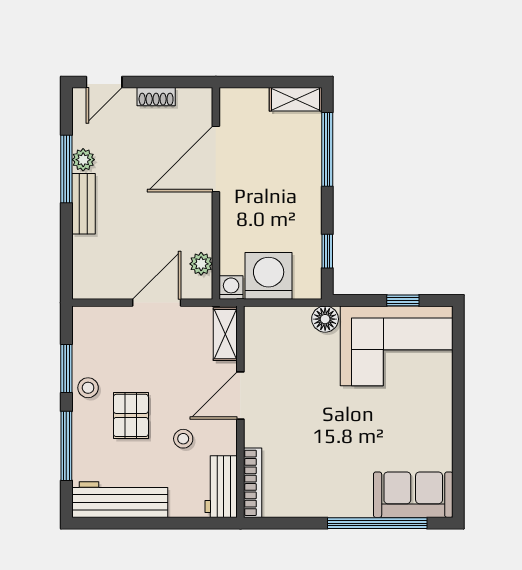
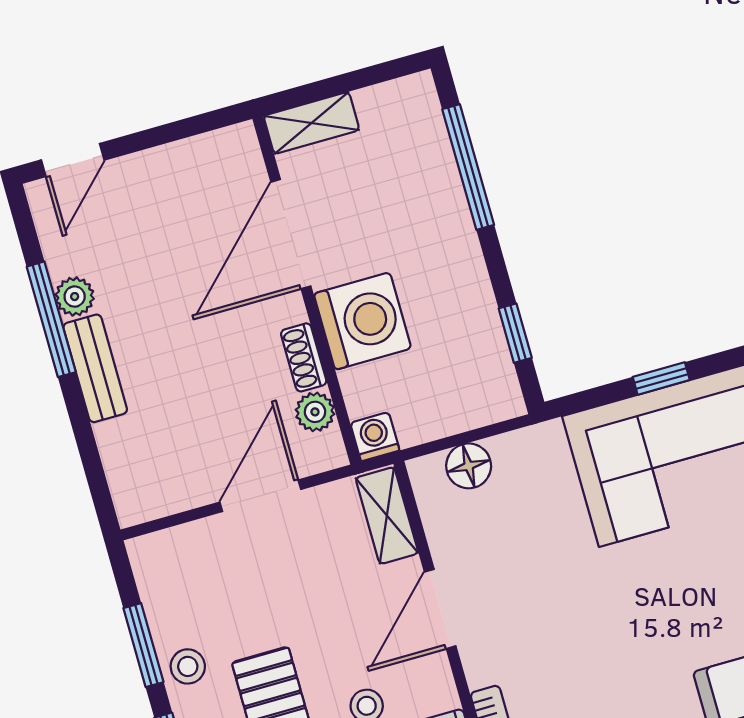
shoe rack: (156, 97) -> (304, 357), moved, turned 90
shelving: (296, 99) -> (311, 123), moved
washing machine: (269, 276) -> (363, 321), moved, turned 90
floor lamp: (325, 319) -> (469, 466), moved

